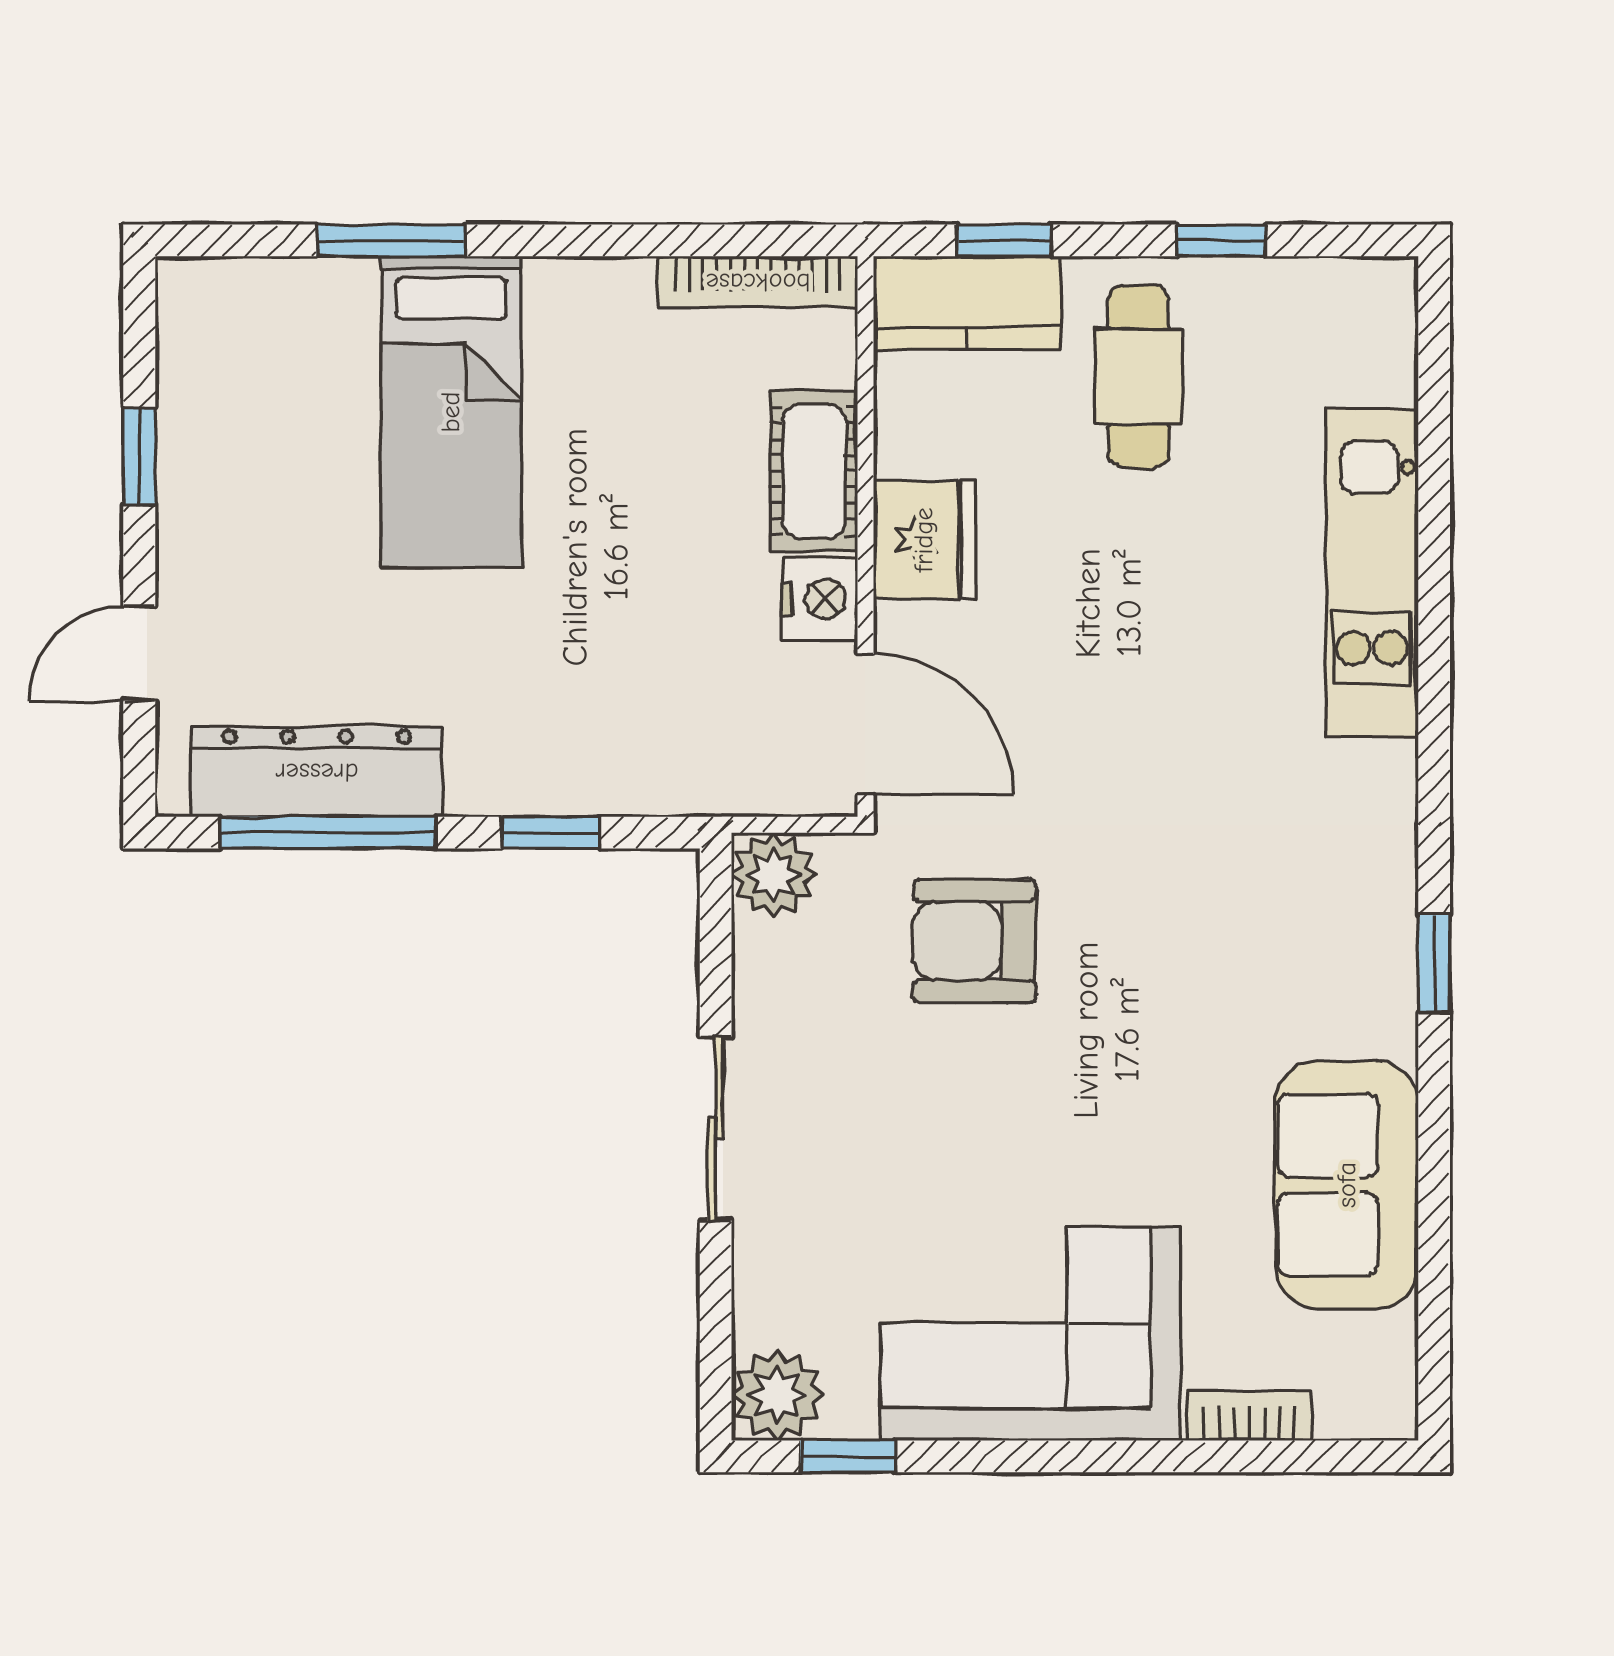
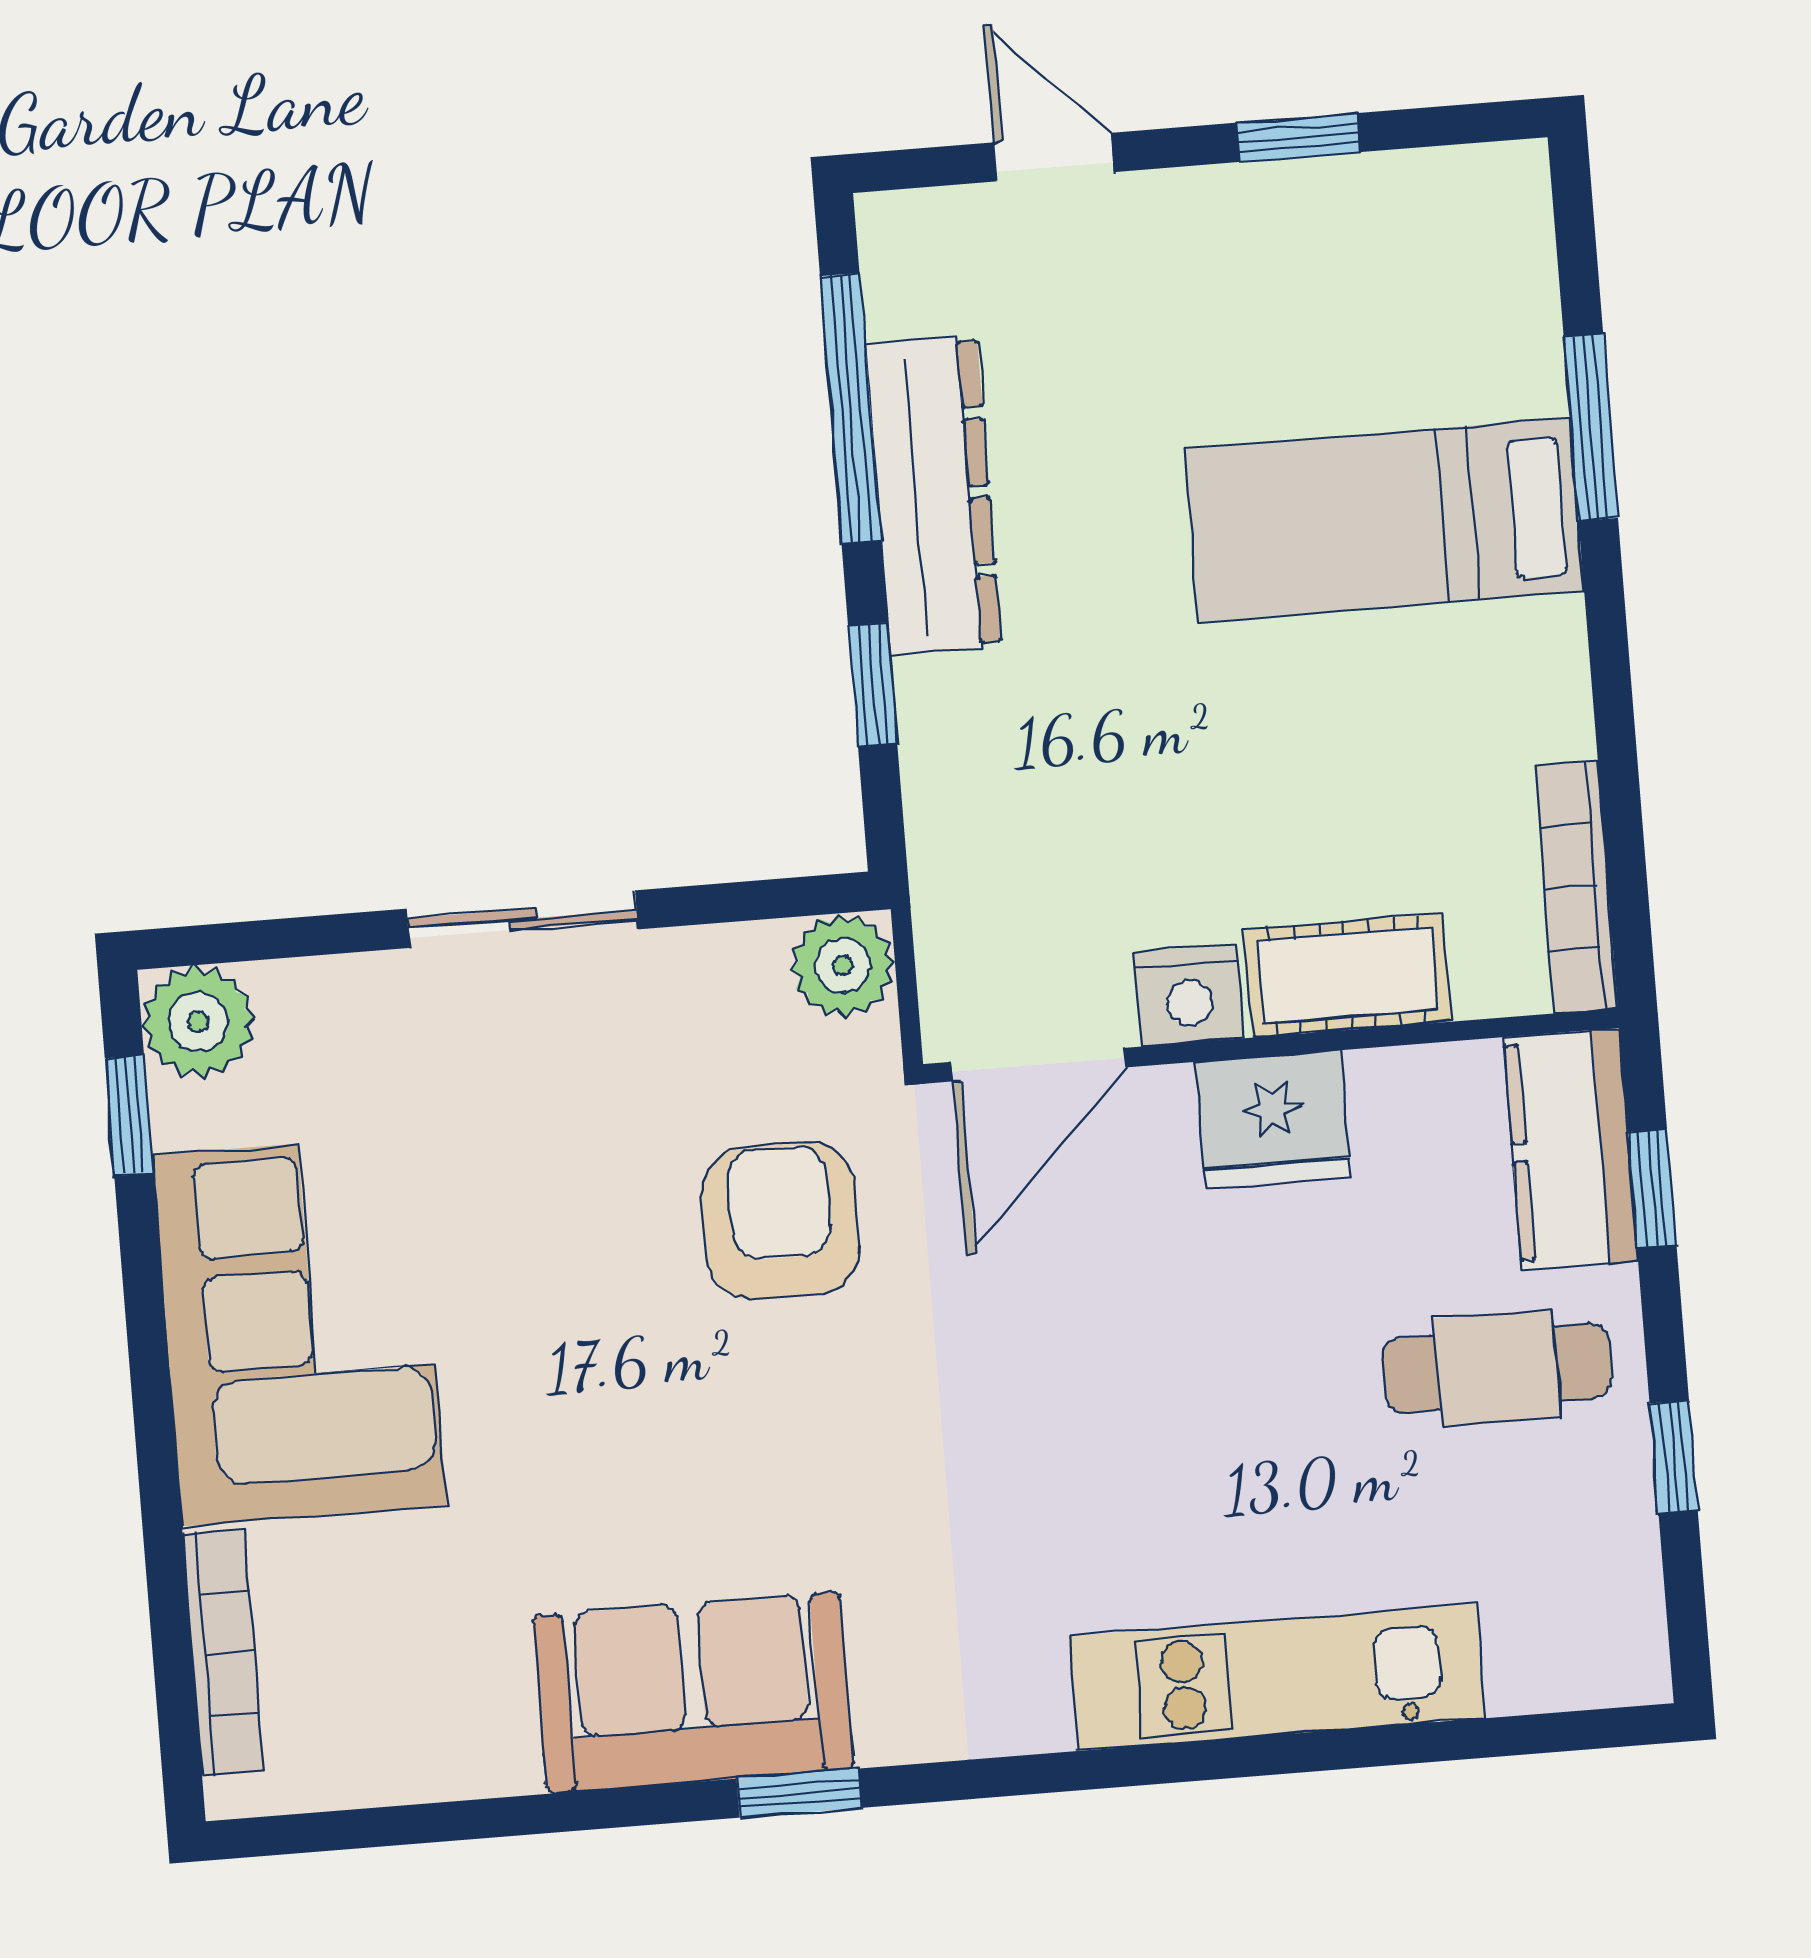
dresser: (317, 772) -> (933, 495), moved
sofa: (1347, 1185) -> (693, 1693), moved
bookcase: (1249, 1415) -> (223, 1653), width x1.56

